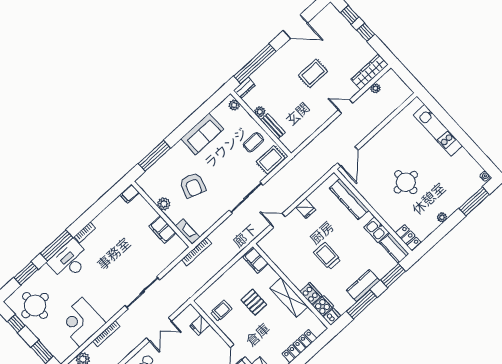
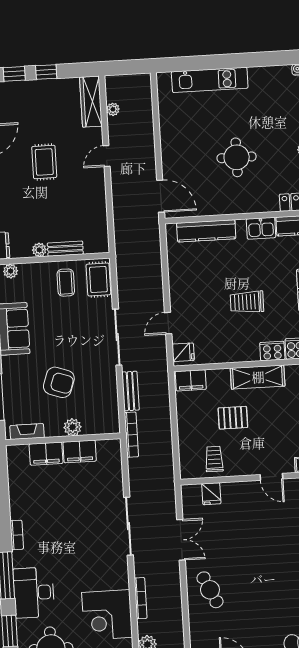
filing cabinet: (129, 194) -> (46, 454), moved, width x2.00
plant: (164, 204) -> (73, 427), moved
fridge: (306, 208) -> (183, 352), moved
bench: (221, 231) -> (131, 391), added
fireplace: (188, 232) -> (27, 432), moved
desk: (69, 260) -> (34, 593), moved

